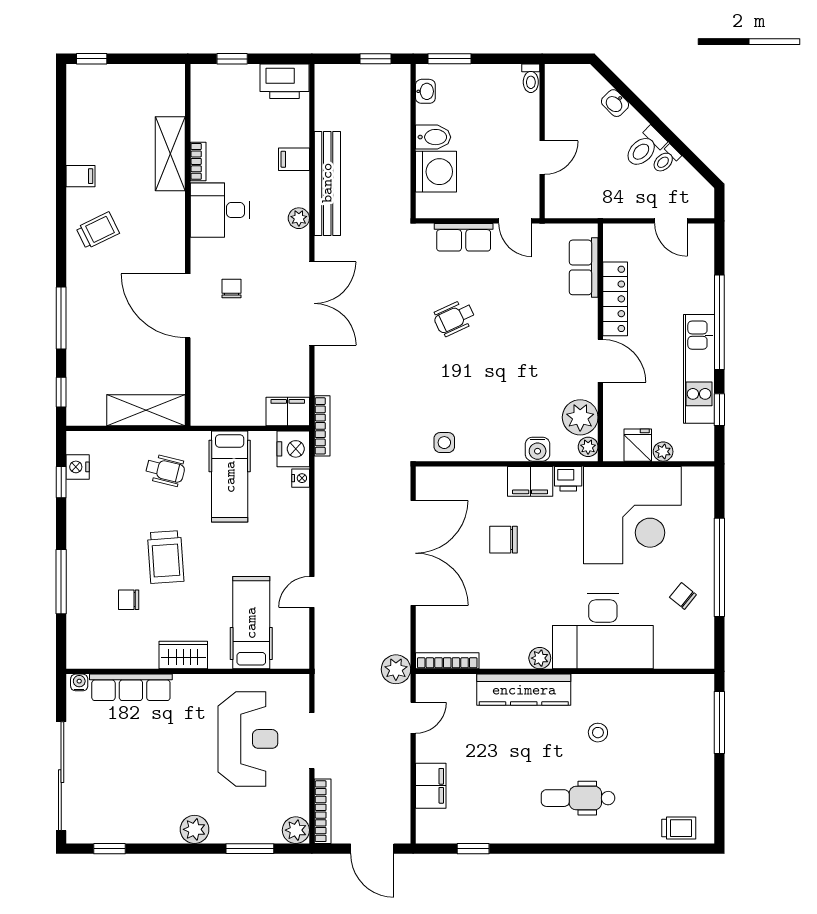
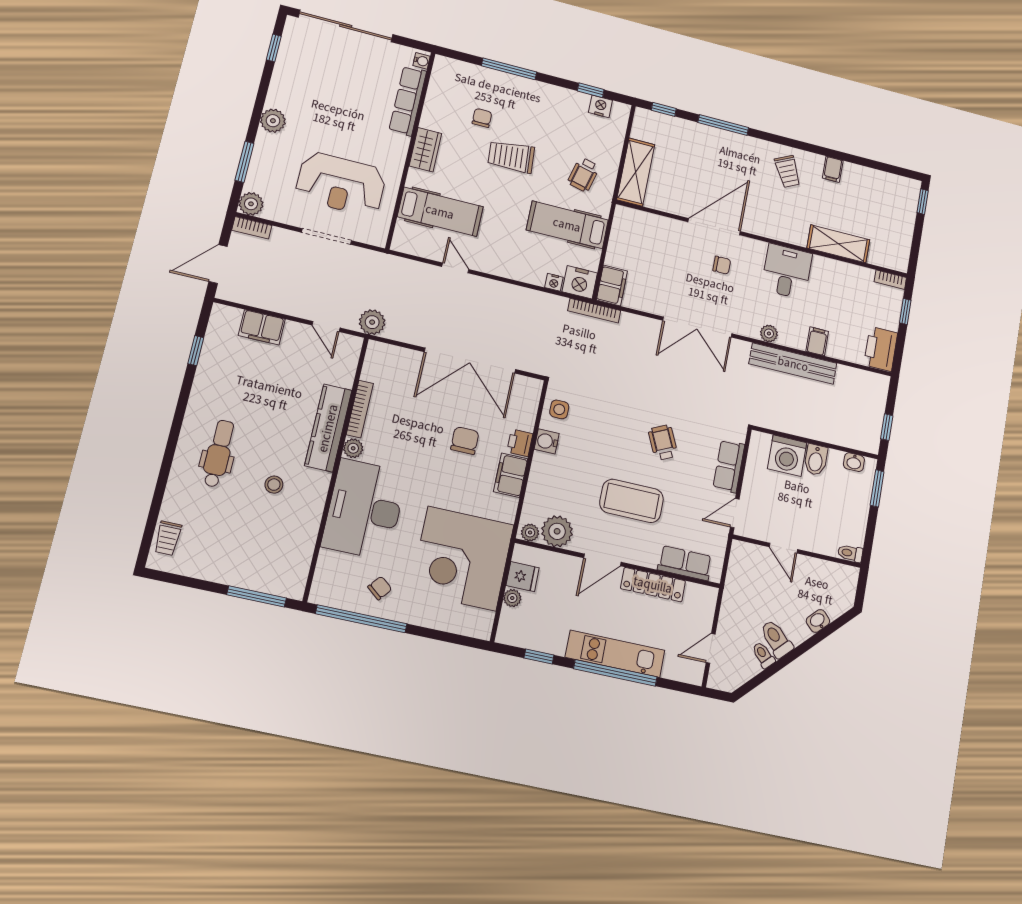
bookcase: (198, 161) -> (890, 280), moved
coffee table: (528, 341) -> (632, 501), added
kitchen unit: (699, 369) -> (615, 654), moved
water cooler: (538, 449) -> (547, 441), moved
printer: (568, 479) -> (520, 443), moved
window: (719, 567) -> (361, 619), moved
bookcase: (447, 661) -> (360, 409), moved
bookcase: (323, 811) -> (252, 228), width x0.64

